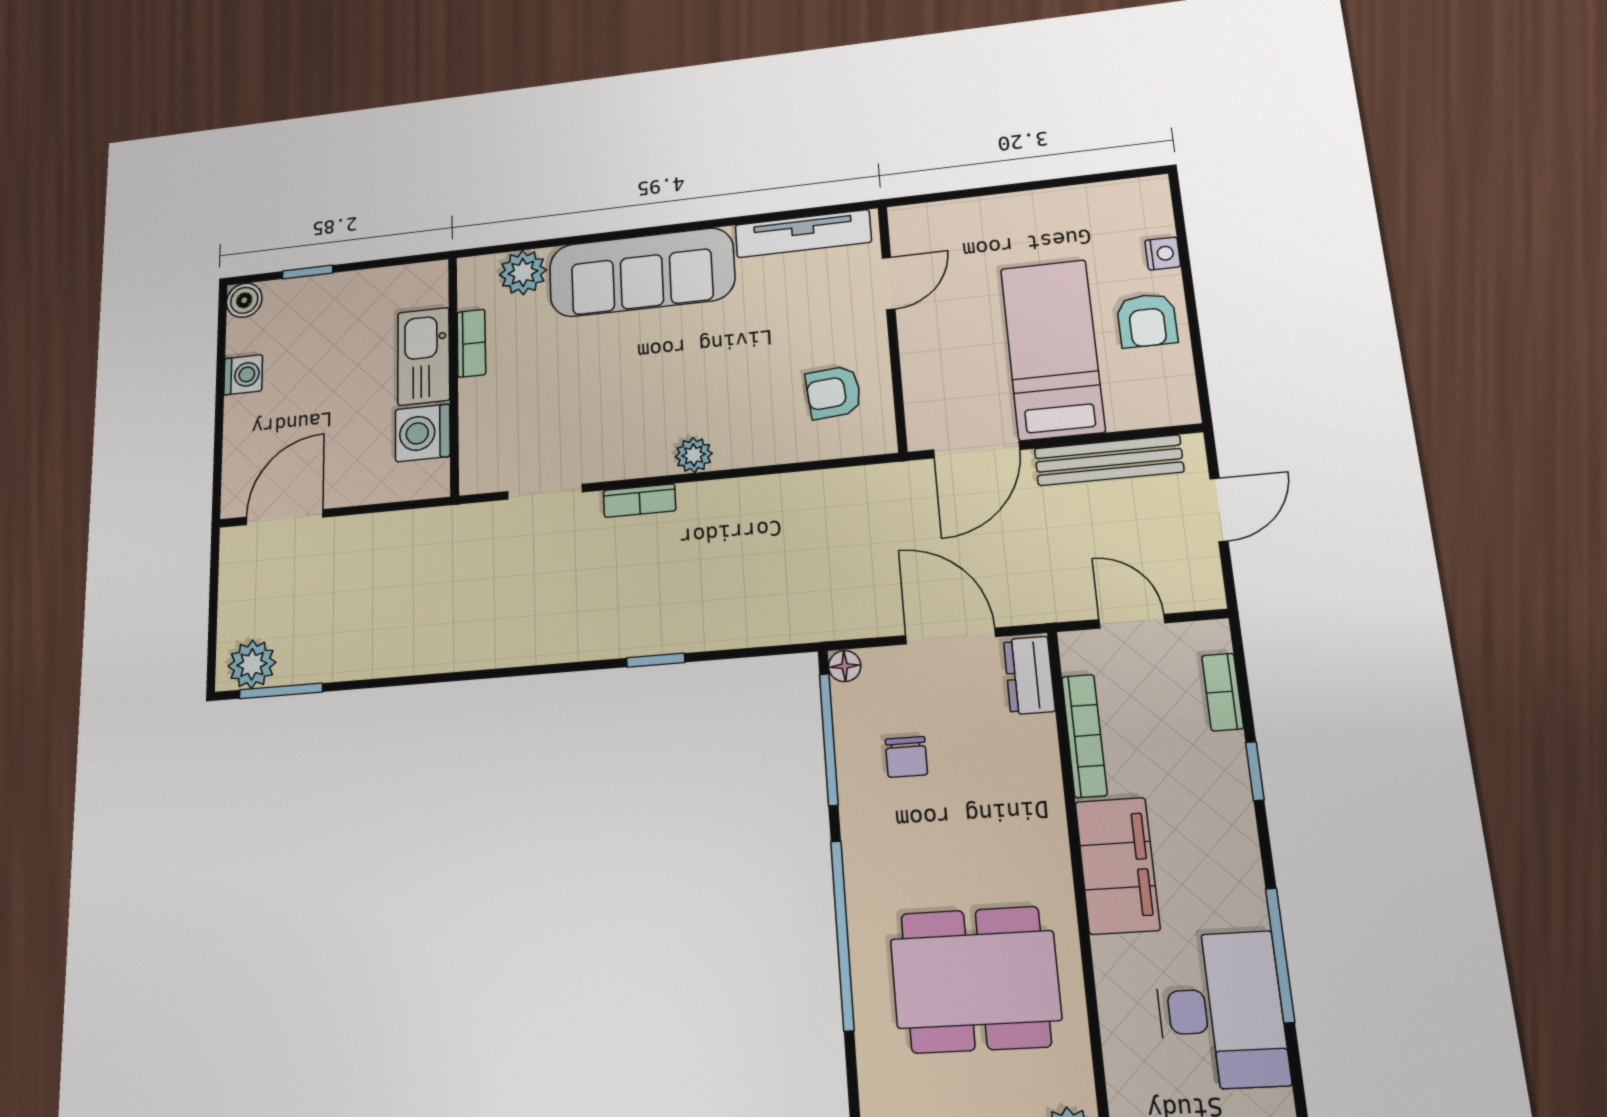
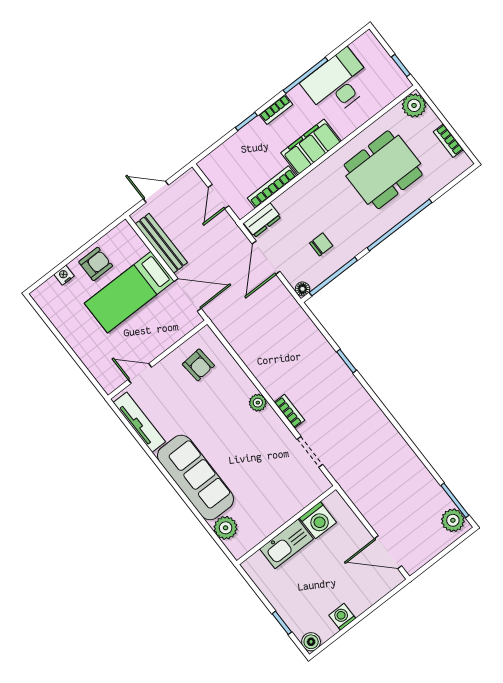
bookcase: (471, 343) -> (269, 528), removed
bookcase: (1223, 692) -> (276, 109), moved
dining table: (975, 979) -> (383, 170), turned 90

